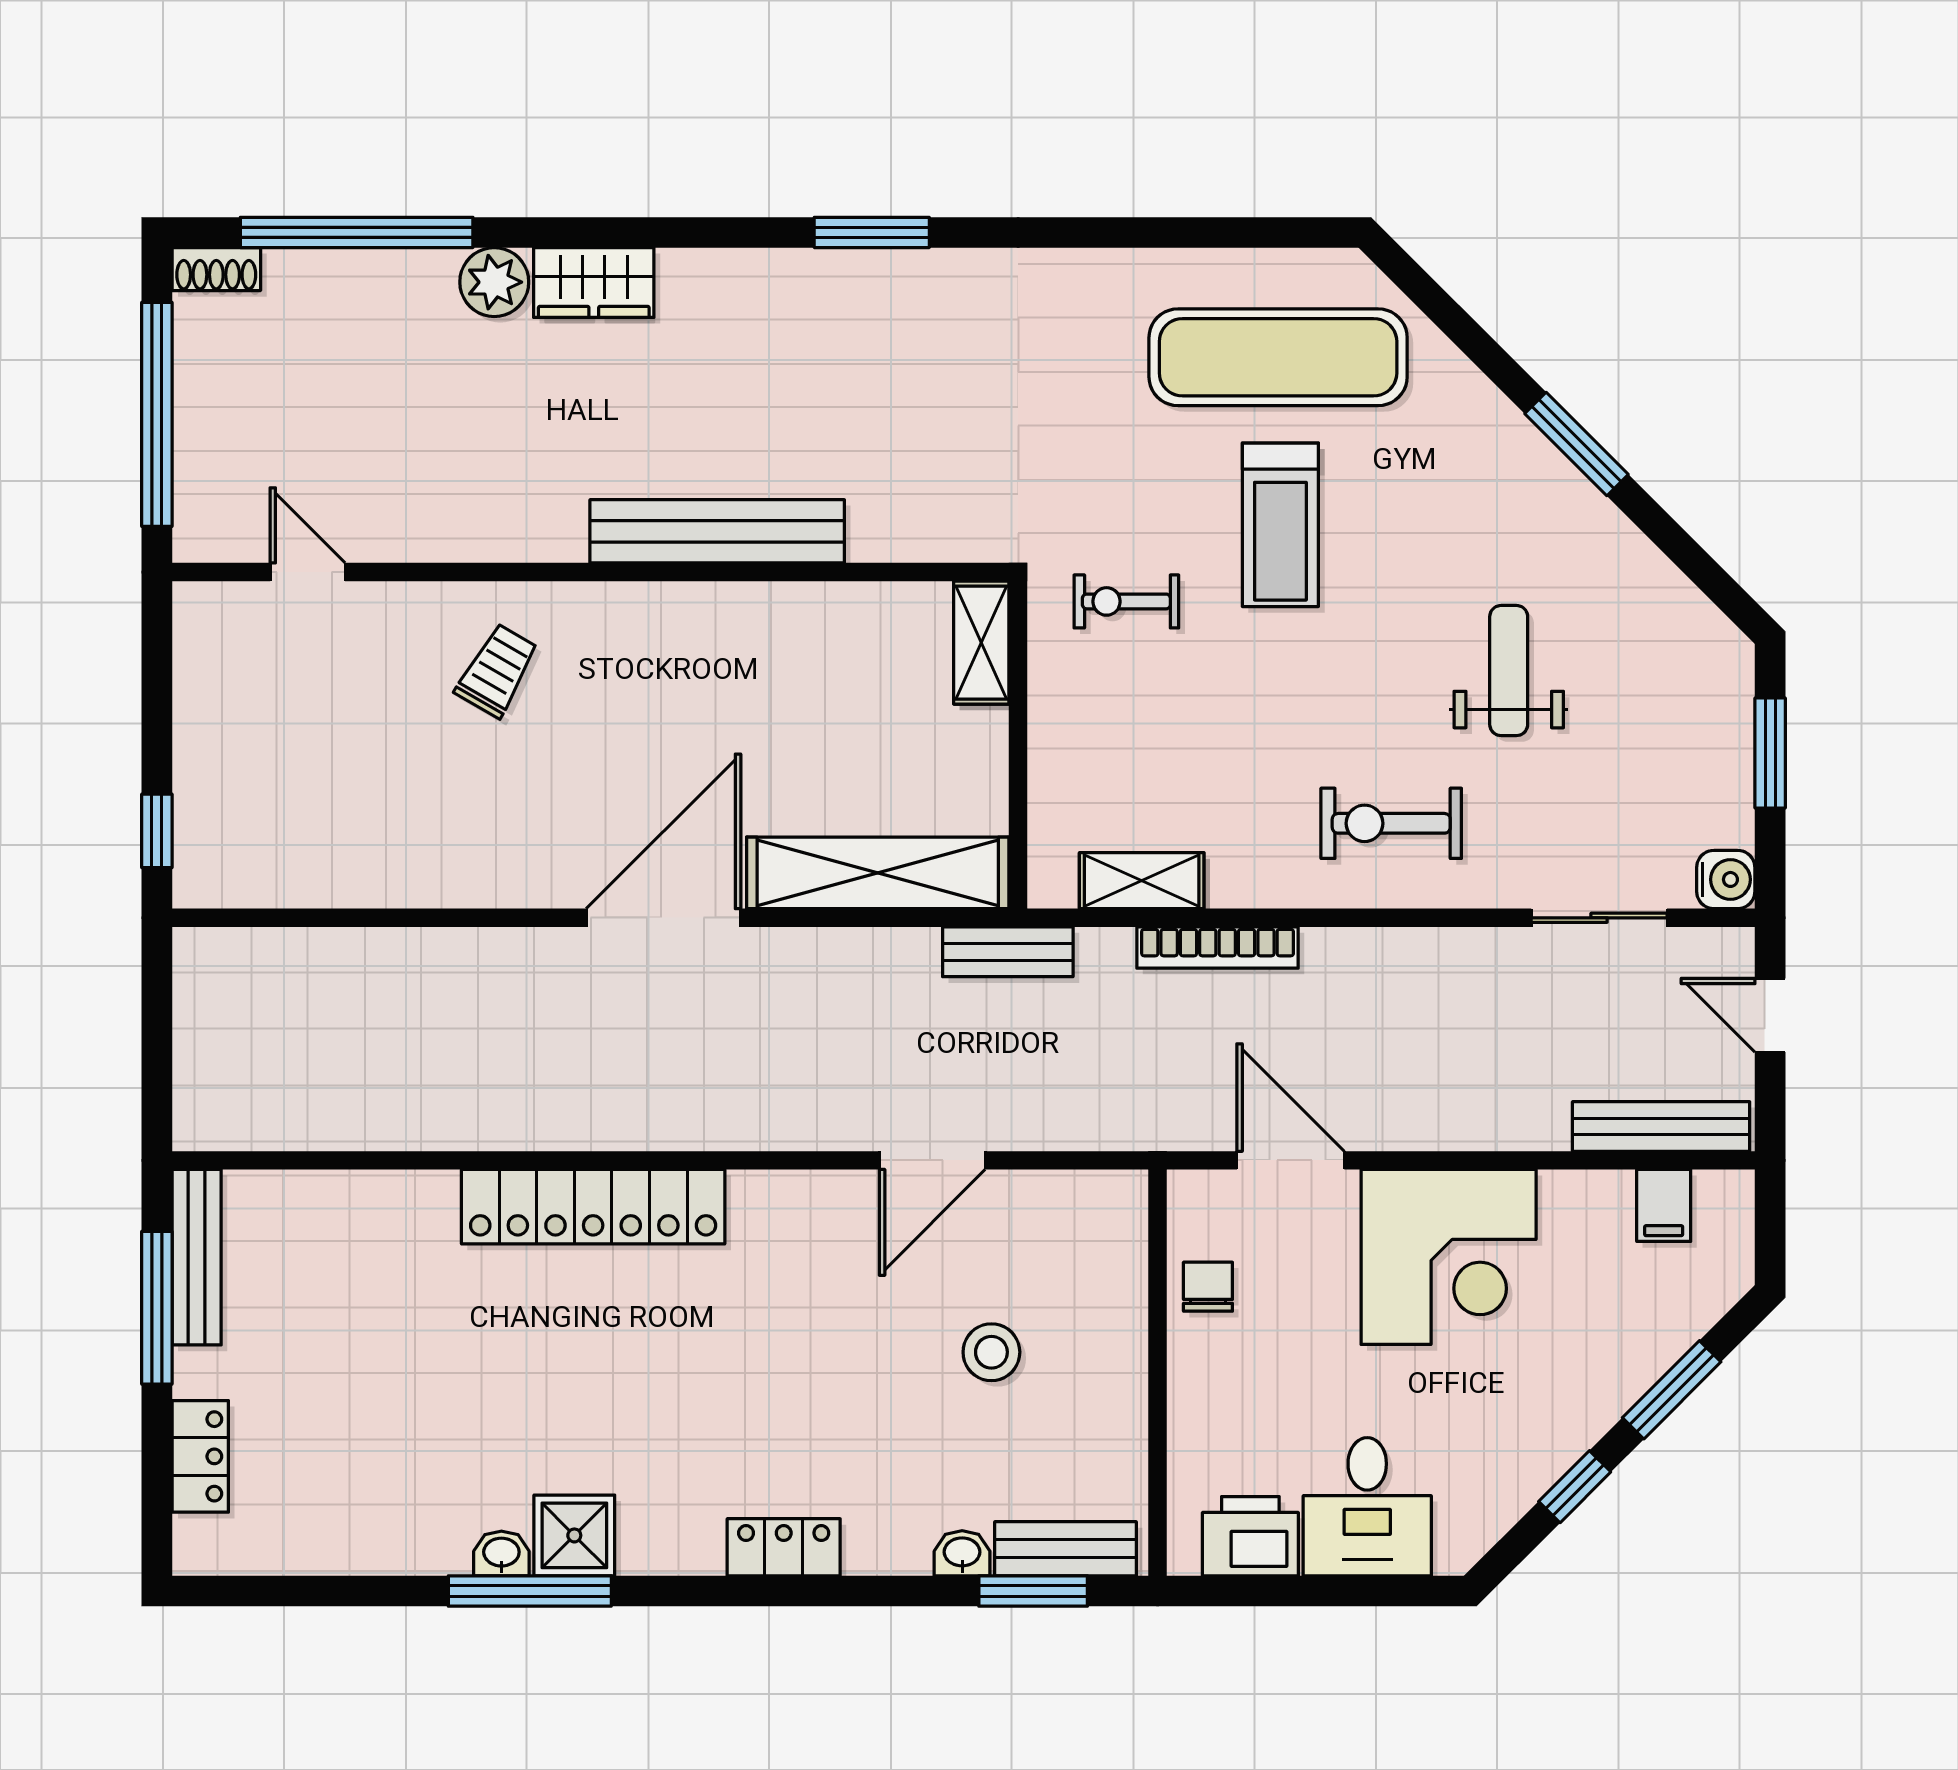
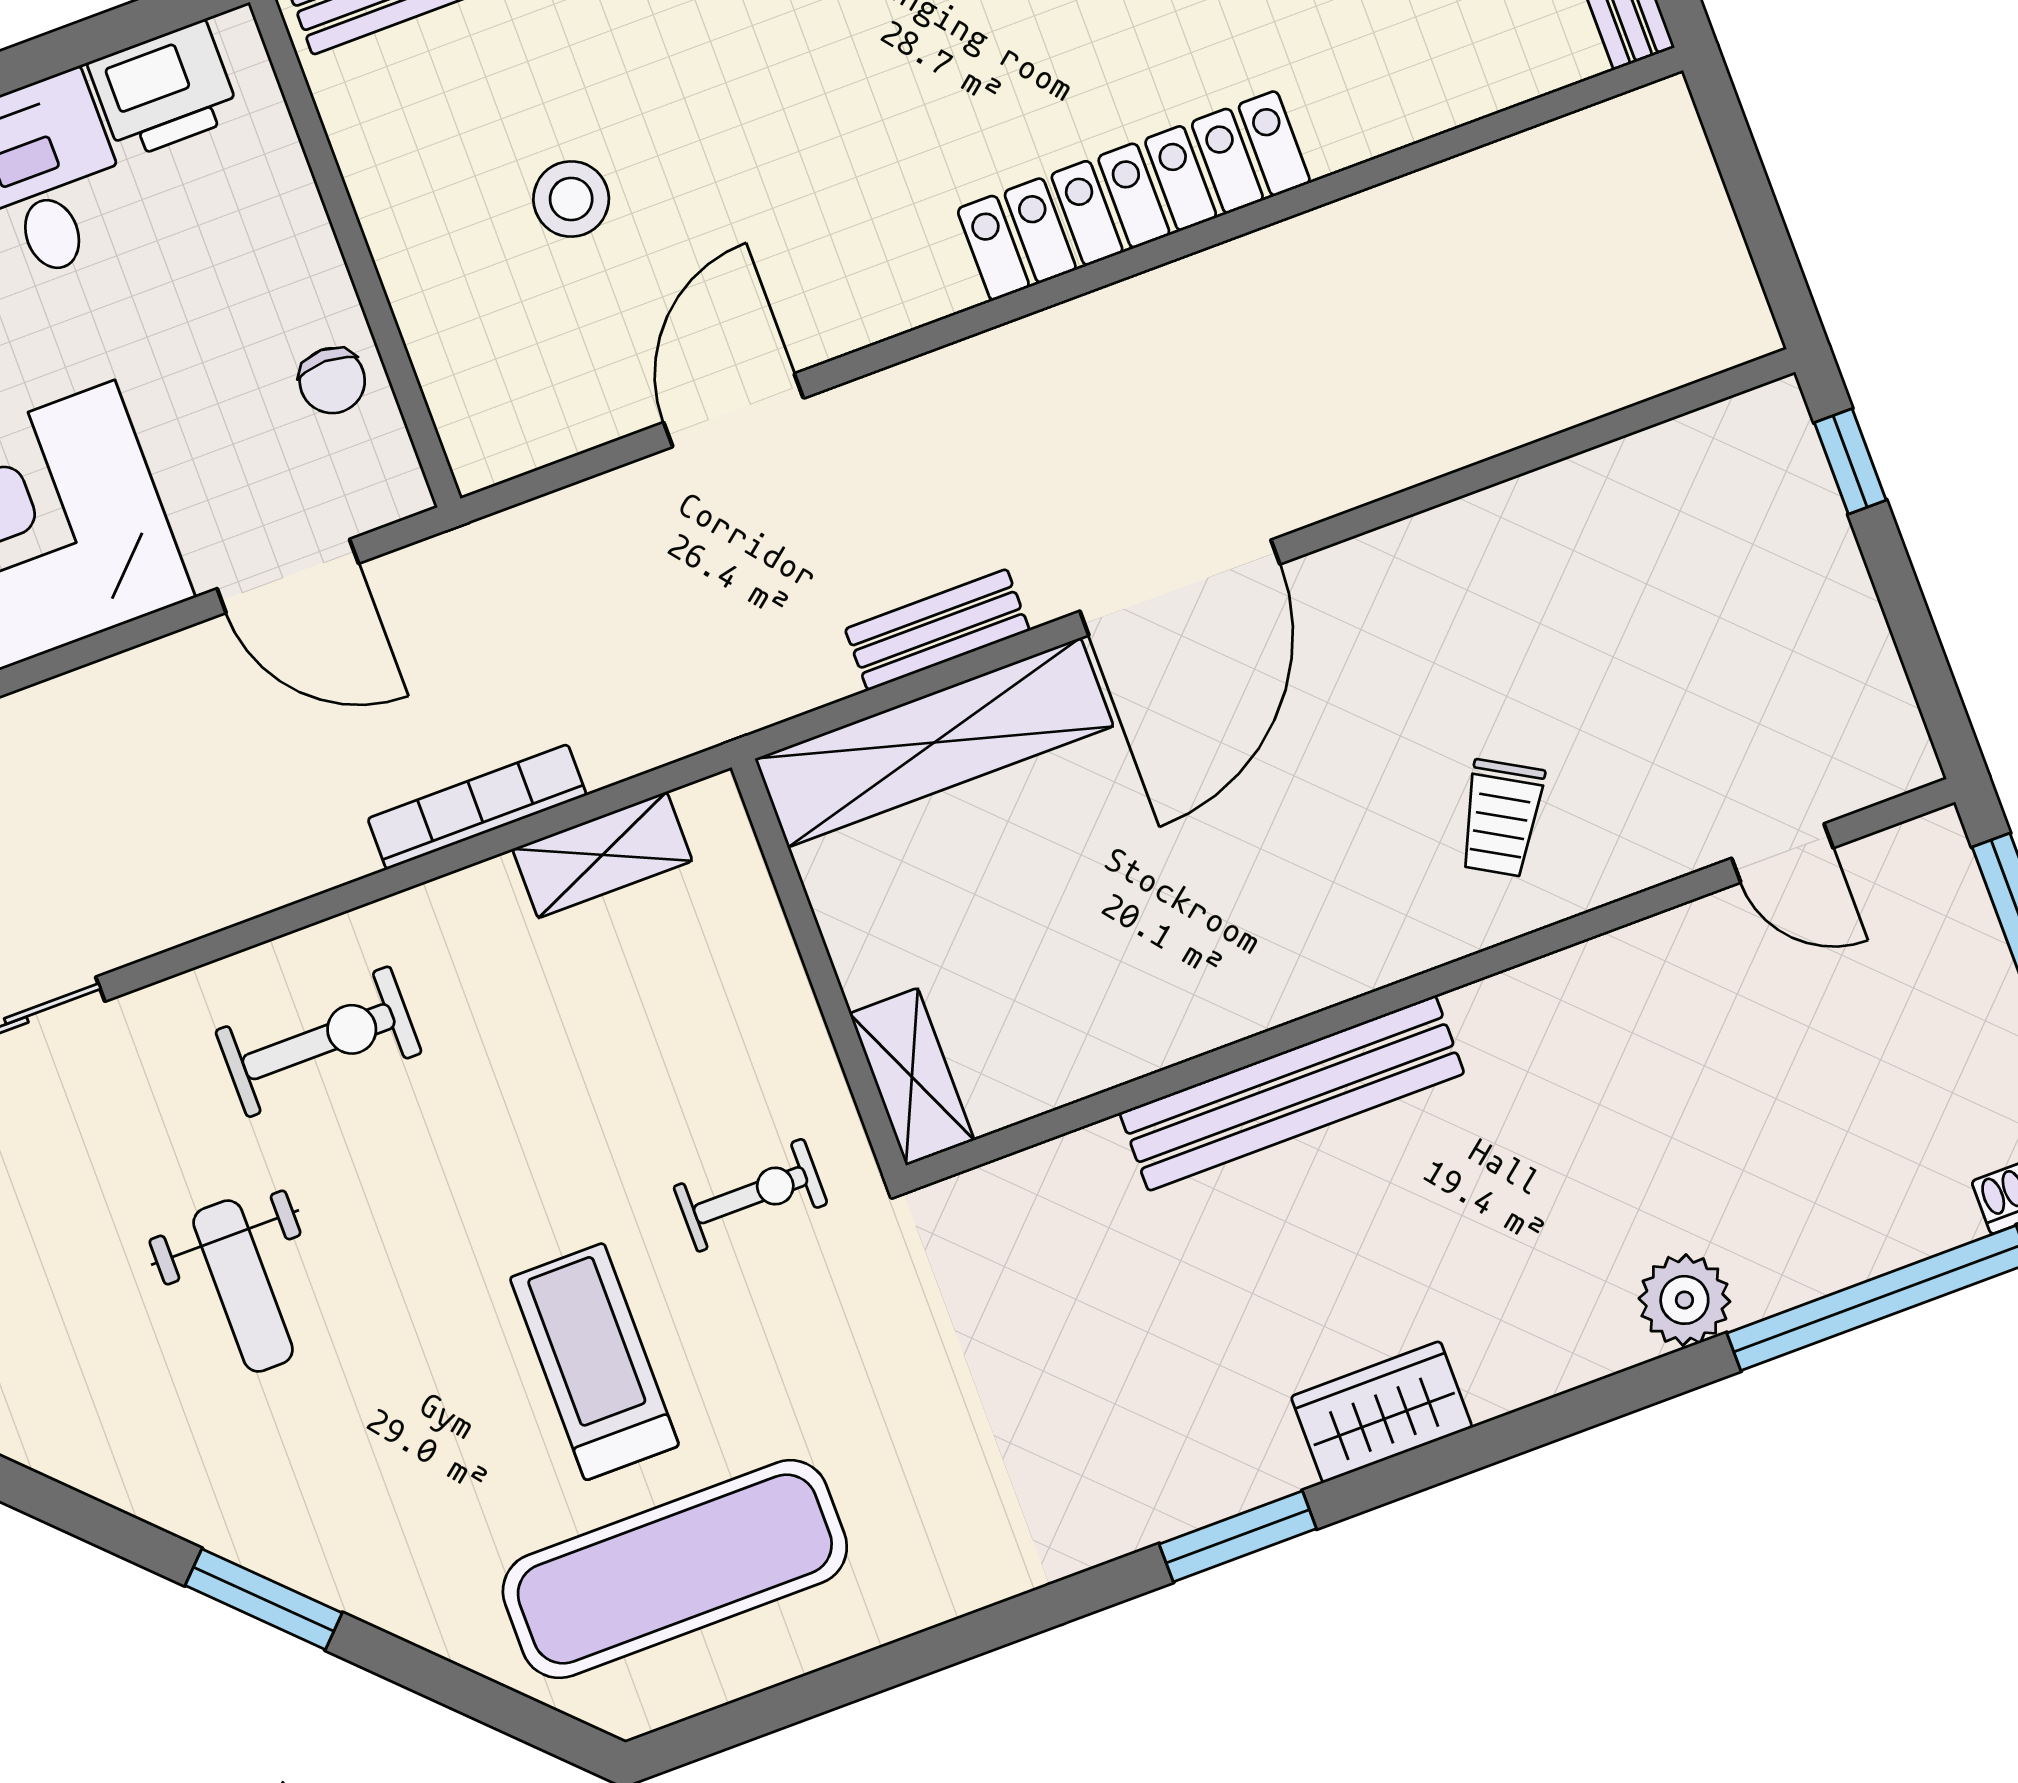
wardrobe: (594, 283) -> (1382, 1412), moved
bench: (1008, 952) -> (937, 630), moved

